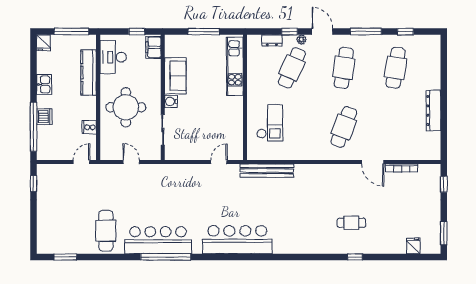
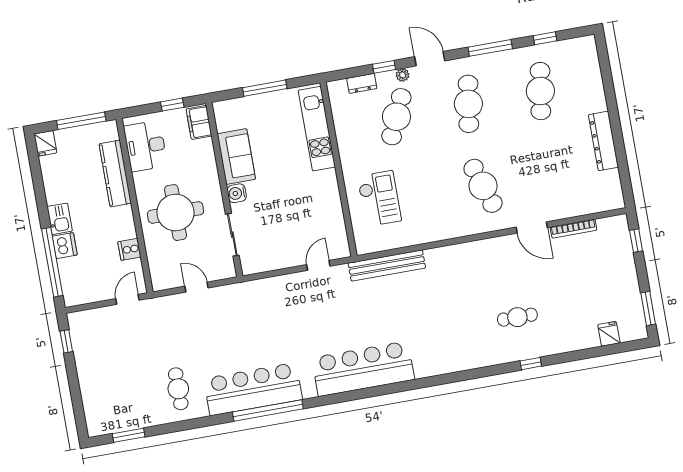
kitchen sink: (44, 84) -> (60, 219), moved
cafe table: (344, 127) -> (483, 186), turned -39
cafe table: (106, 231) -> (178, 389), width x0.73, depth x0.74

